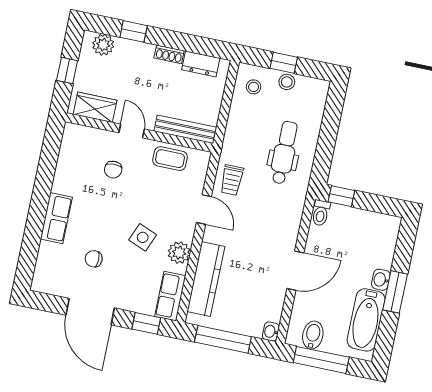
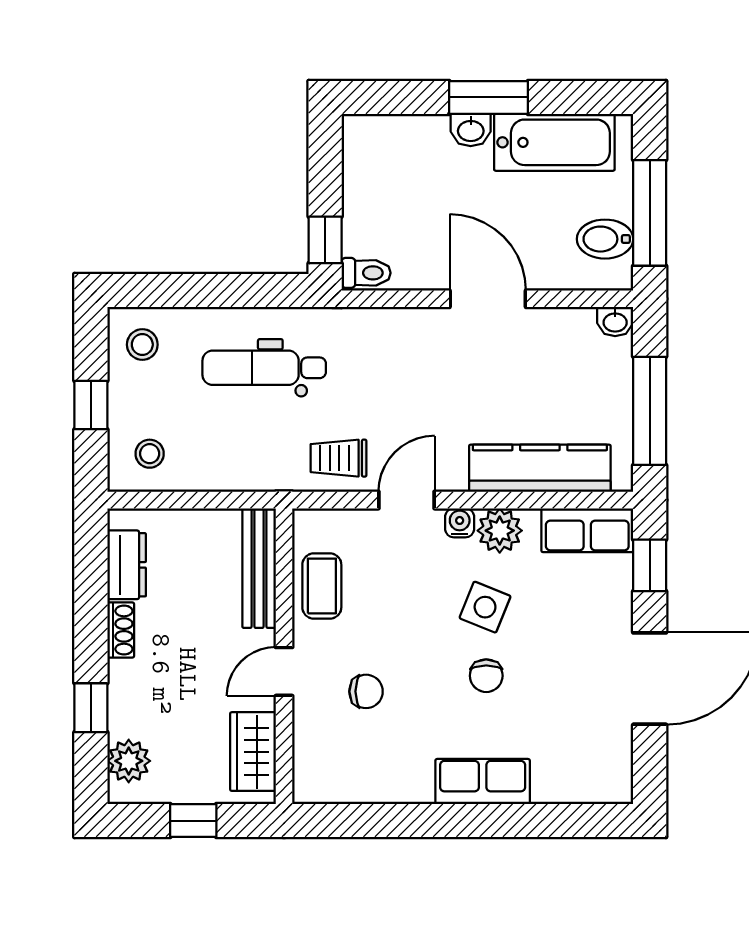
stool: (287, 82) -> (142, 345), moved
trolley: (232, 180) -> (339, 458), turned 180
water cooler: (187, 234) -> (460, 523), added
chair: (94, 259) -> (486, 676), moved

